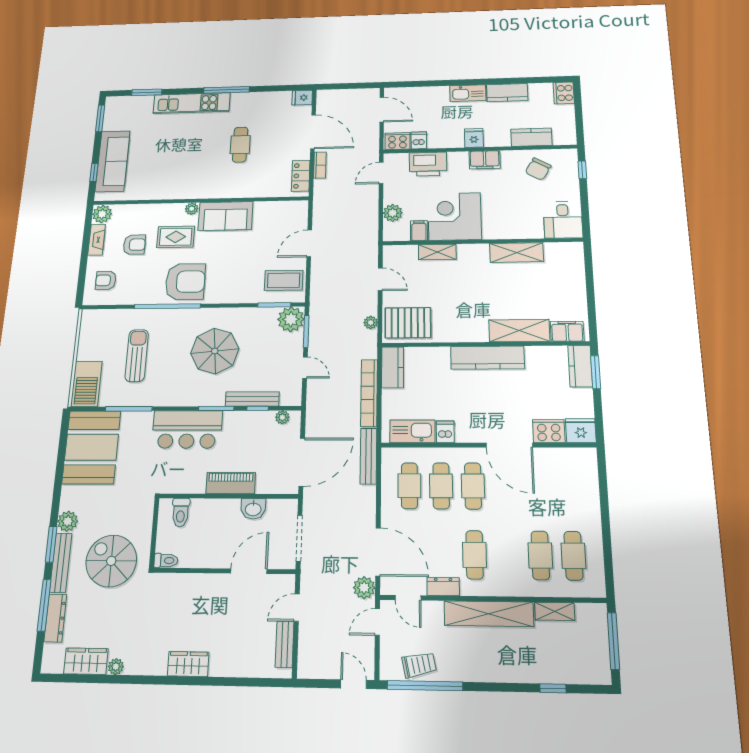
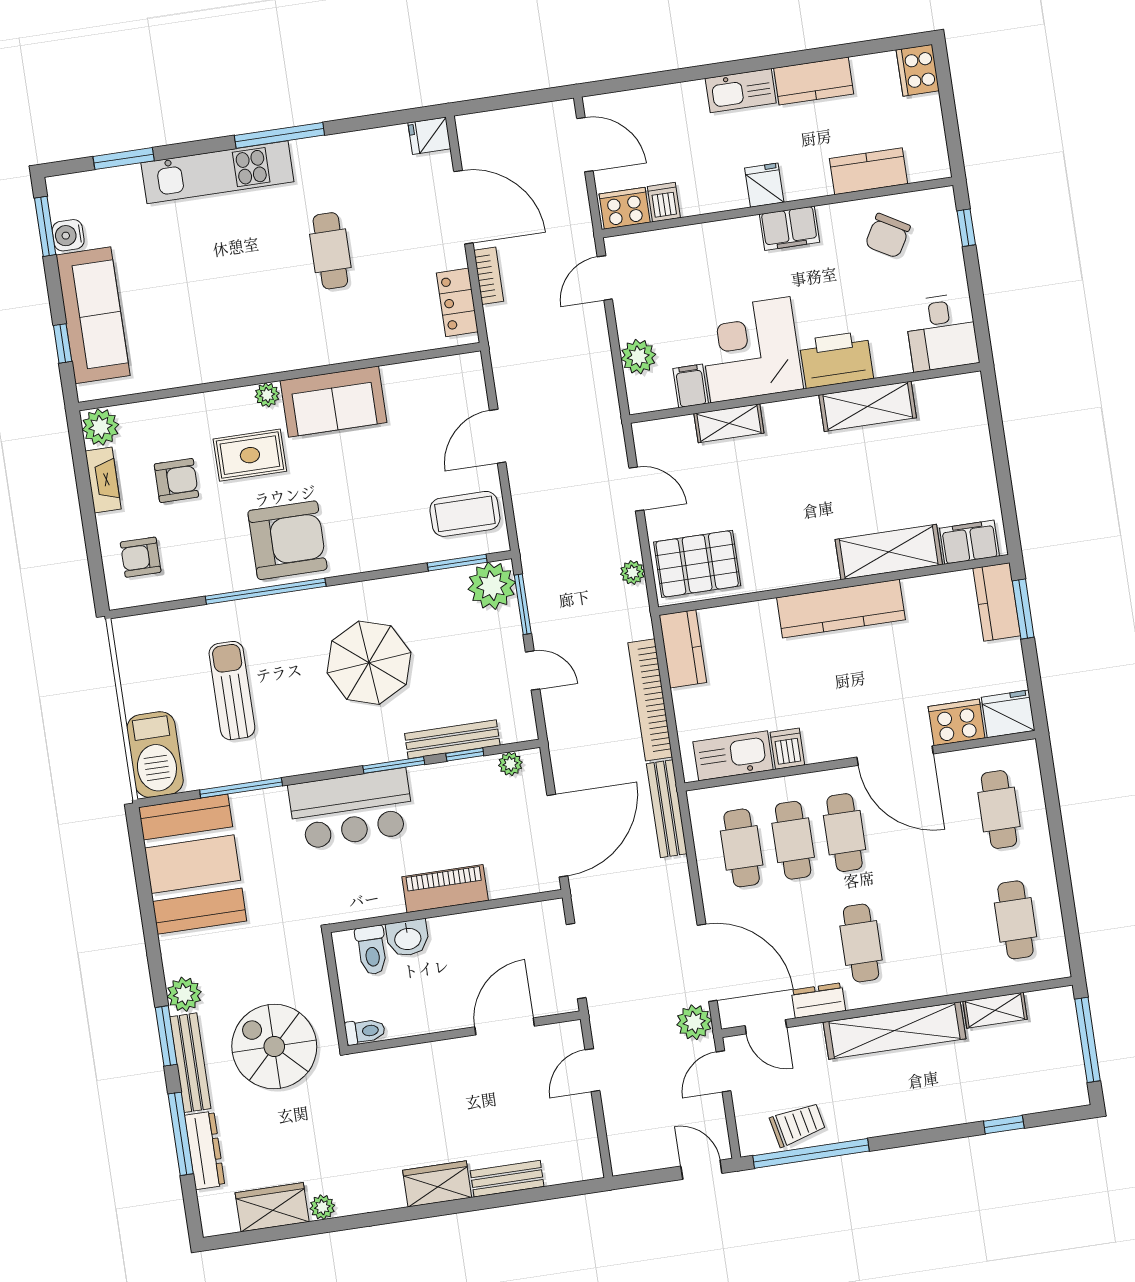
water cooler: (110, 124) -> (68, 235), added
printer: (428, 164) -> (836, 360), moved, turned 180
washbasin: (253, 509) -> (408, 938), moved
cafe table: (540, 555) -> (999, 809), moved
bench: (285, 644) -> (507, 1179), moved, turned 90

